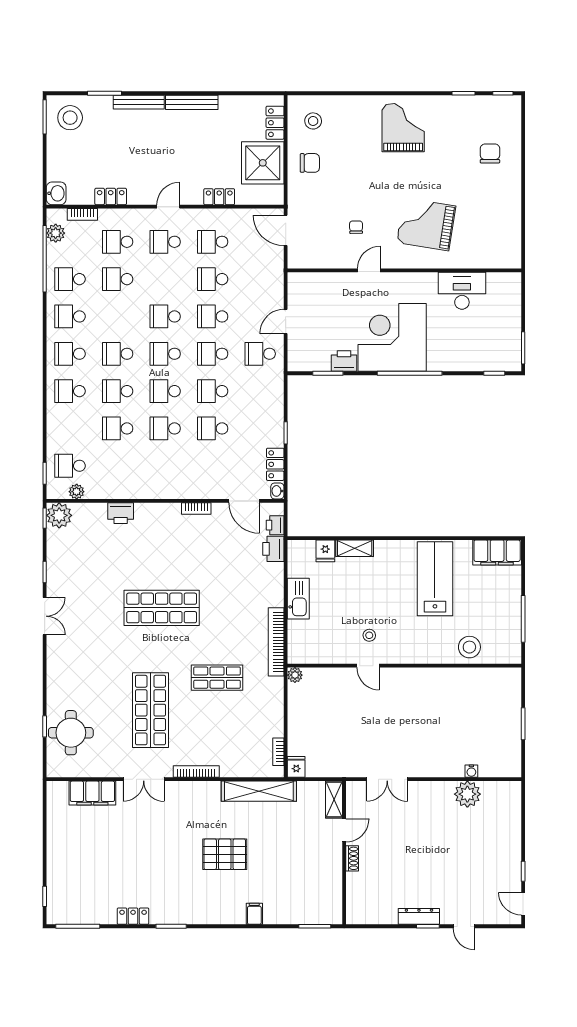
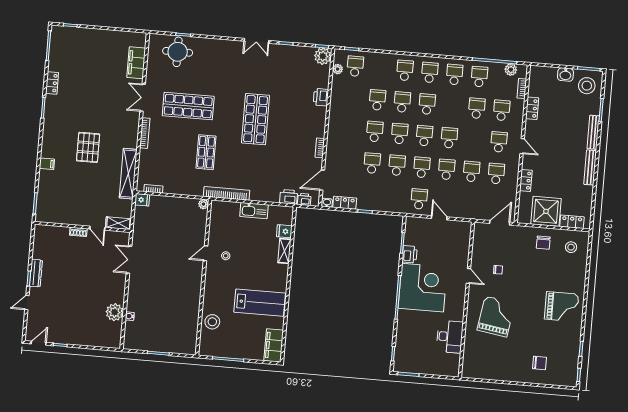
washbasin: (56, 193) -> (565, 75), moved

